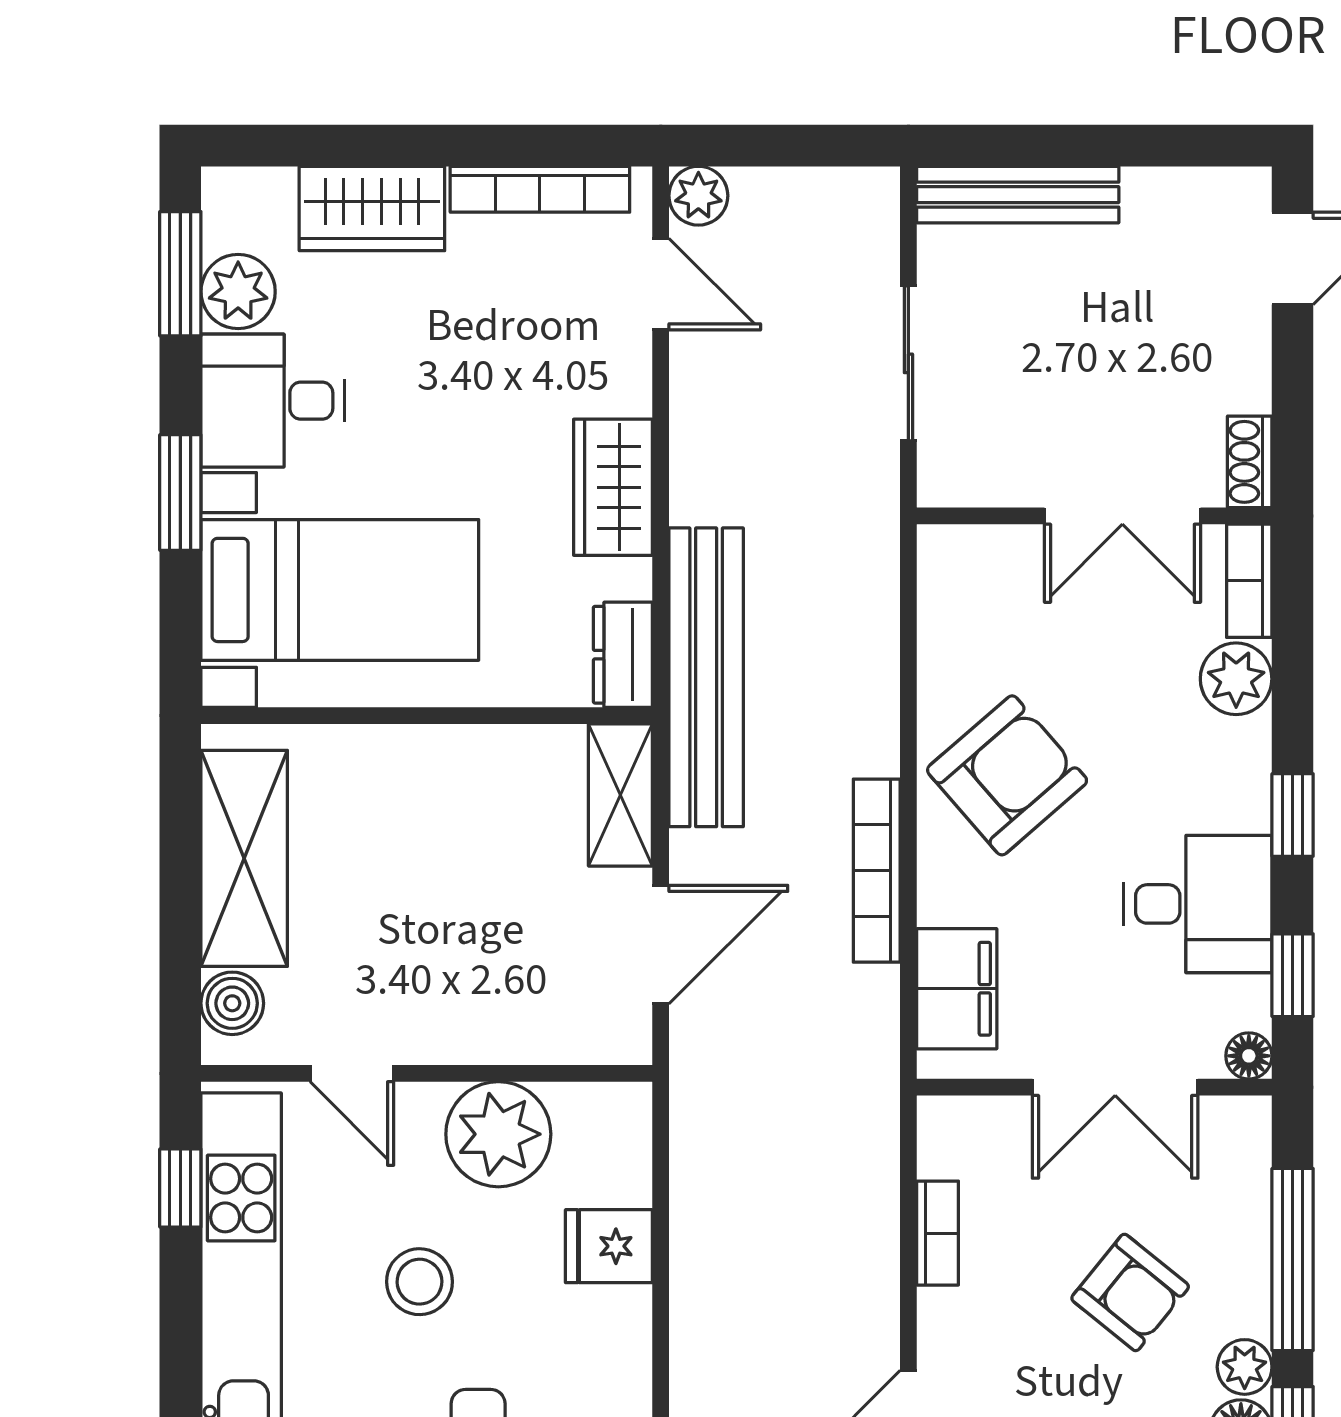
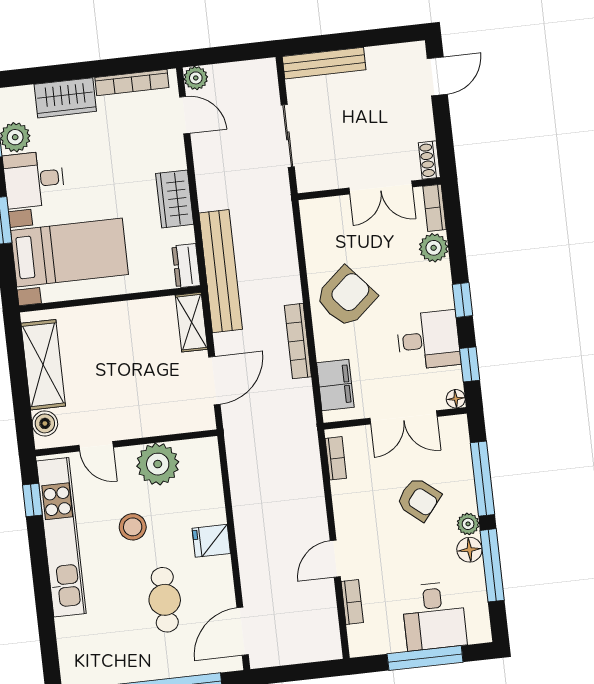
bookcase: (938, 1233) -> (336, 458), moved
fridge: (609, 1246) -> (211, 541), moved

